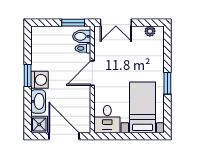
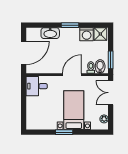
door: (92, 73) -> (72, 75), hinge flipped
washing machine: (40, 80) -> (87, 34), moved
bed with nightstands: (143, 107) -> (74, 110), moved, turned -90
shower: (39, 124) -> (100, 34), moved

